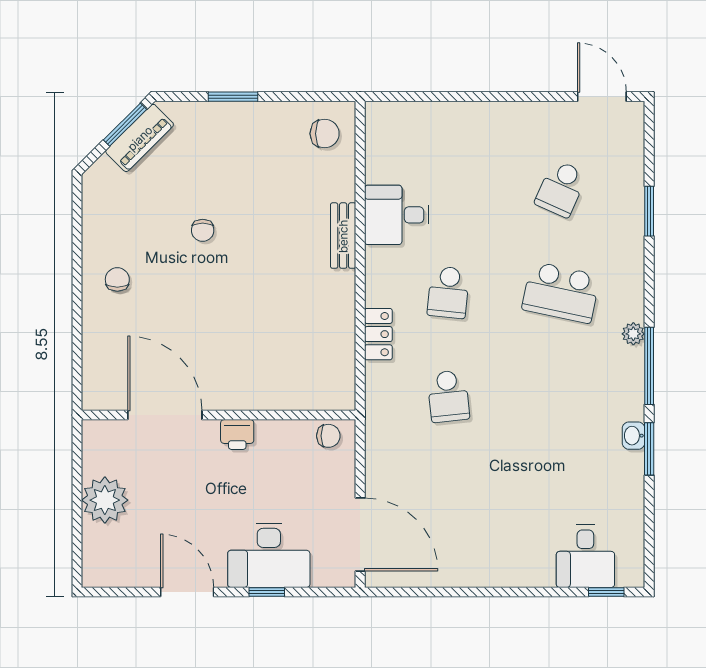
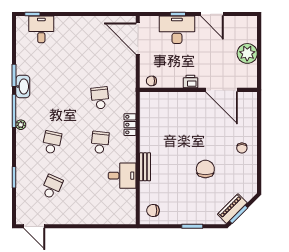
chair: (203, 230) -> (205, 169), width x1.87, depth x1.87
school desk: (561, 292) -> (52, 142), width x0.54
washbasin: (634, 436) -> (23, 86), width x1.91, depth x1.45

